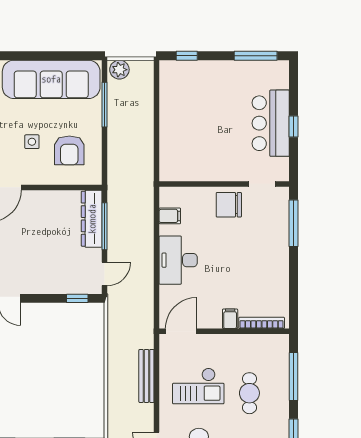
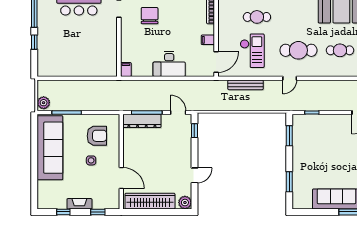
window: (187, 56) -> (34, 42), moved
chair: (229, 205) -> (150, 16), moved, turned 180
filing cabinet: (170, 216) -> (126, 69), moved
filing cabinet: (230, 319) -> (208, 40), moved
door: (181, 331) -> (216, 62), swing flipped

